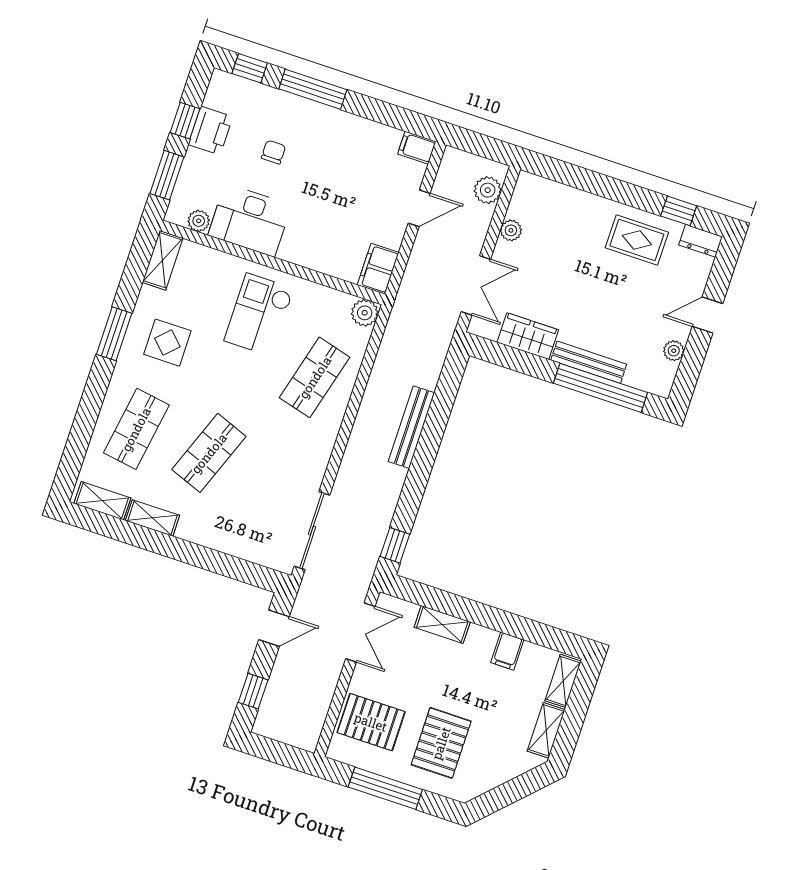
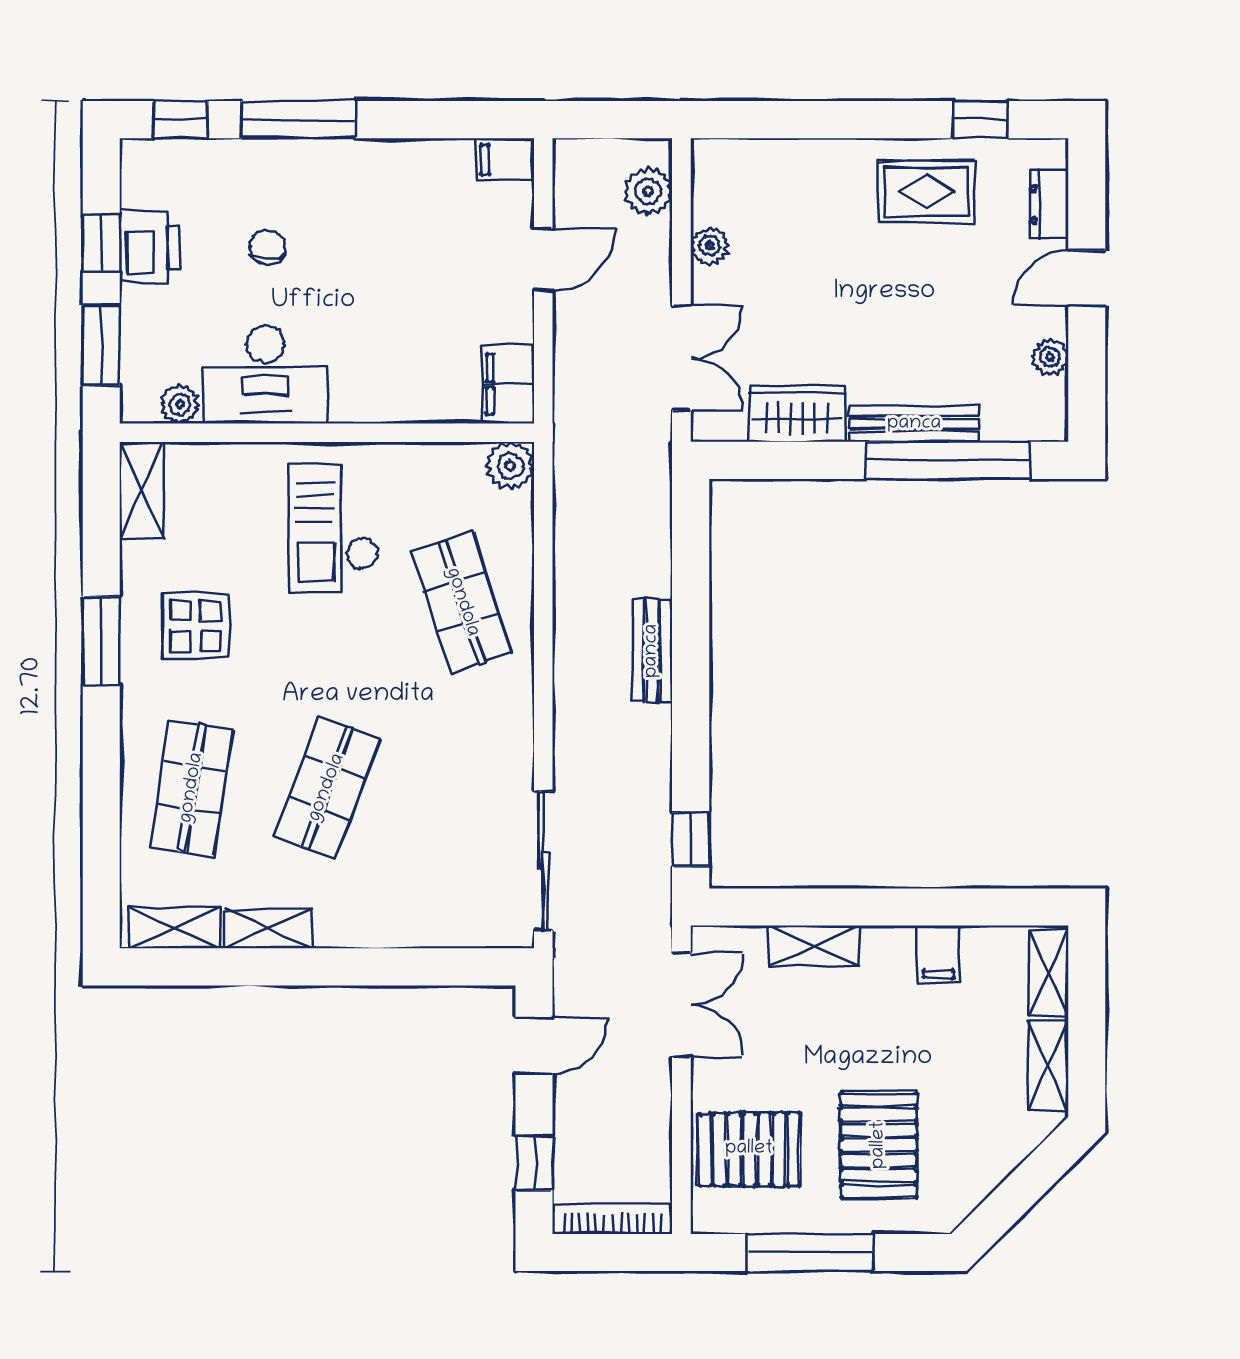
dresser: (701, 241) -> (1049, 204), moved, turned 90
shop shelf: (315, 377) -> (462, 602), turned -33
bench: (411, 427) -> (652, 651), width x0.73
bookcase: (285, 735) -> (612, 1219), added

